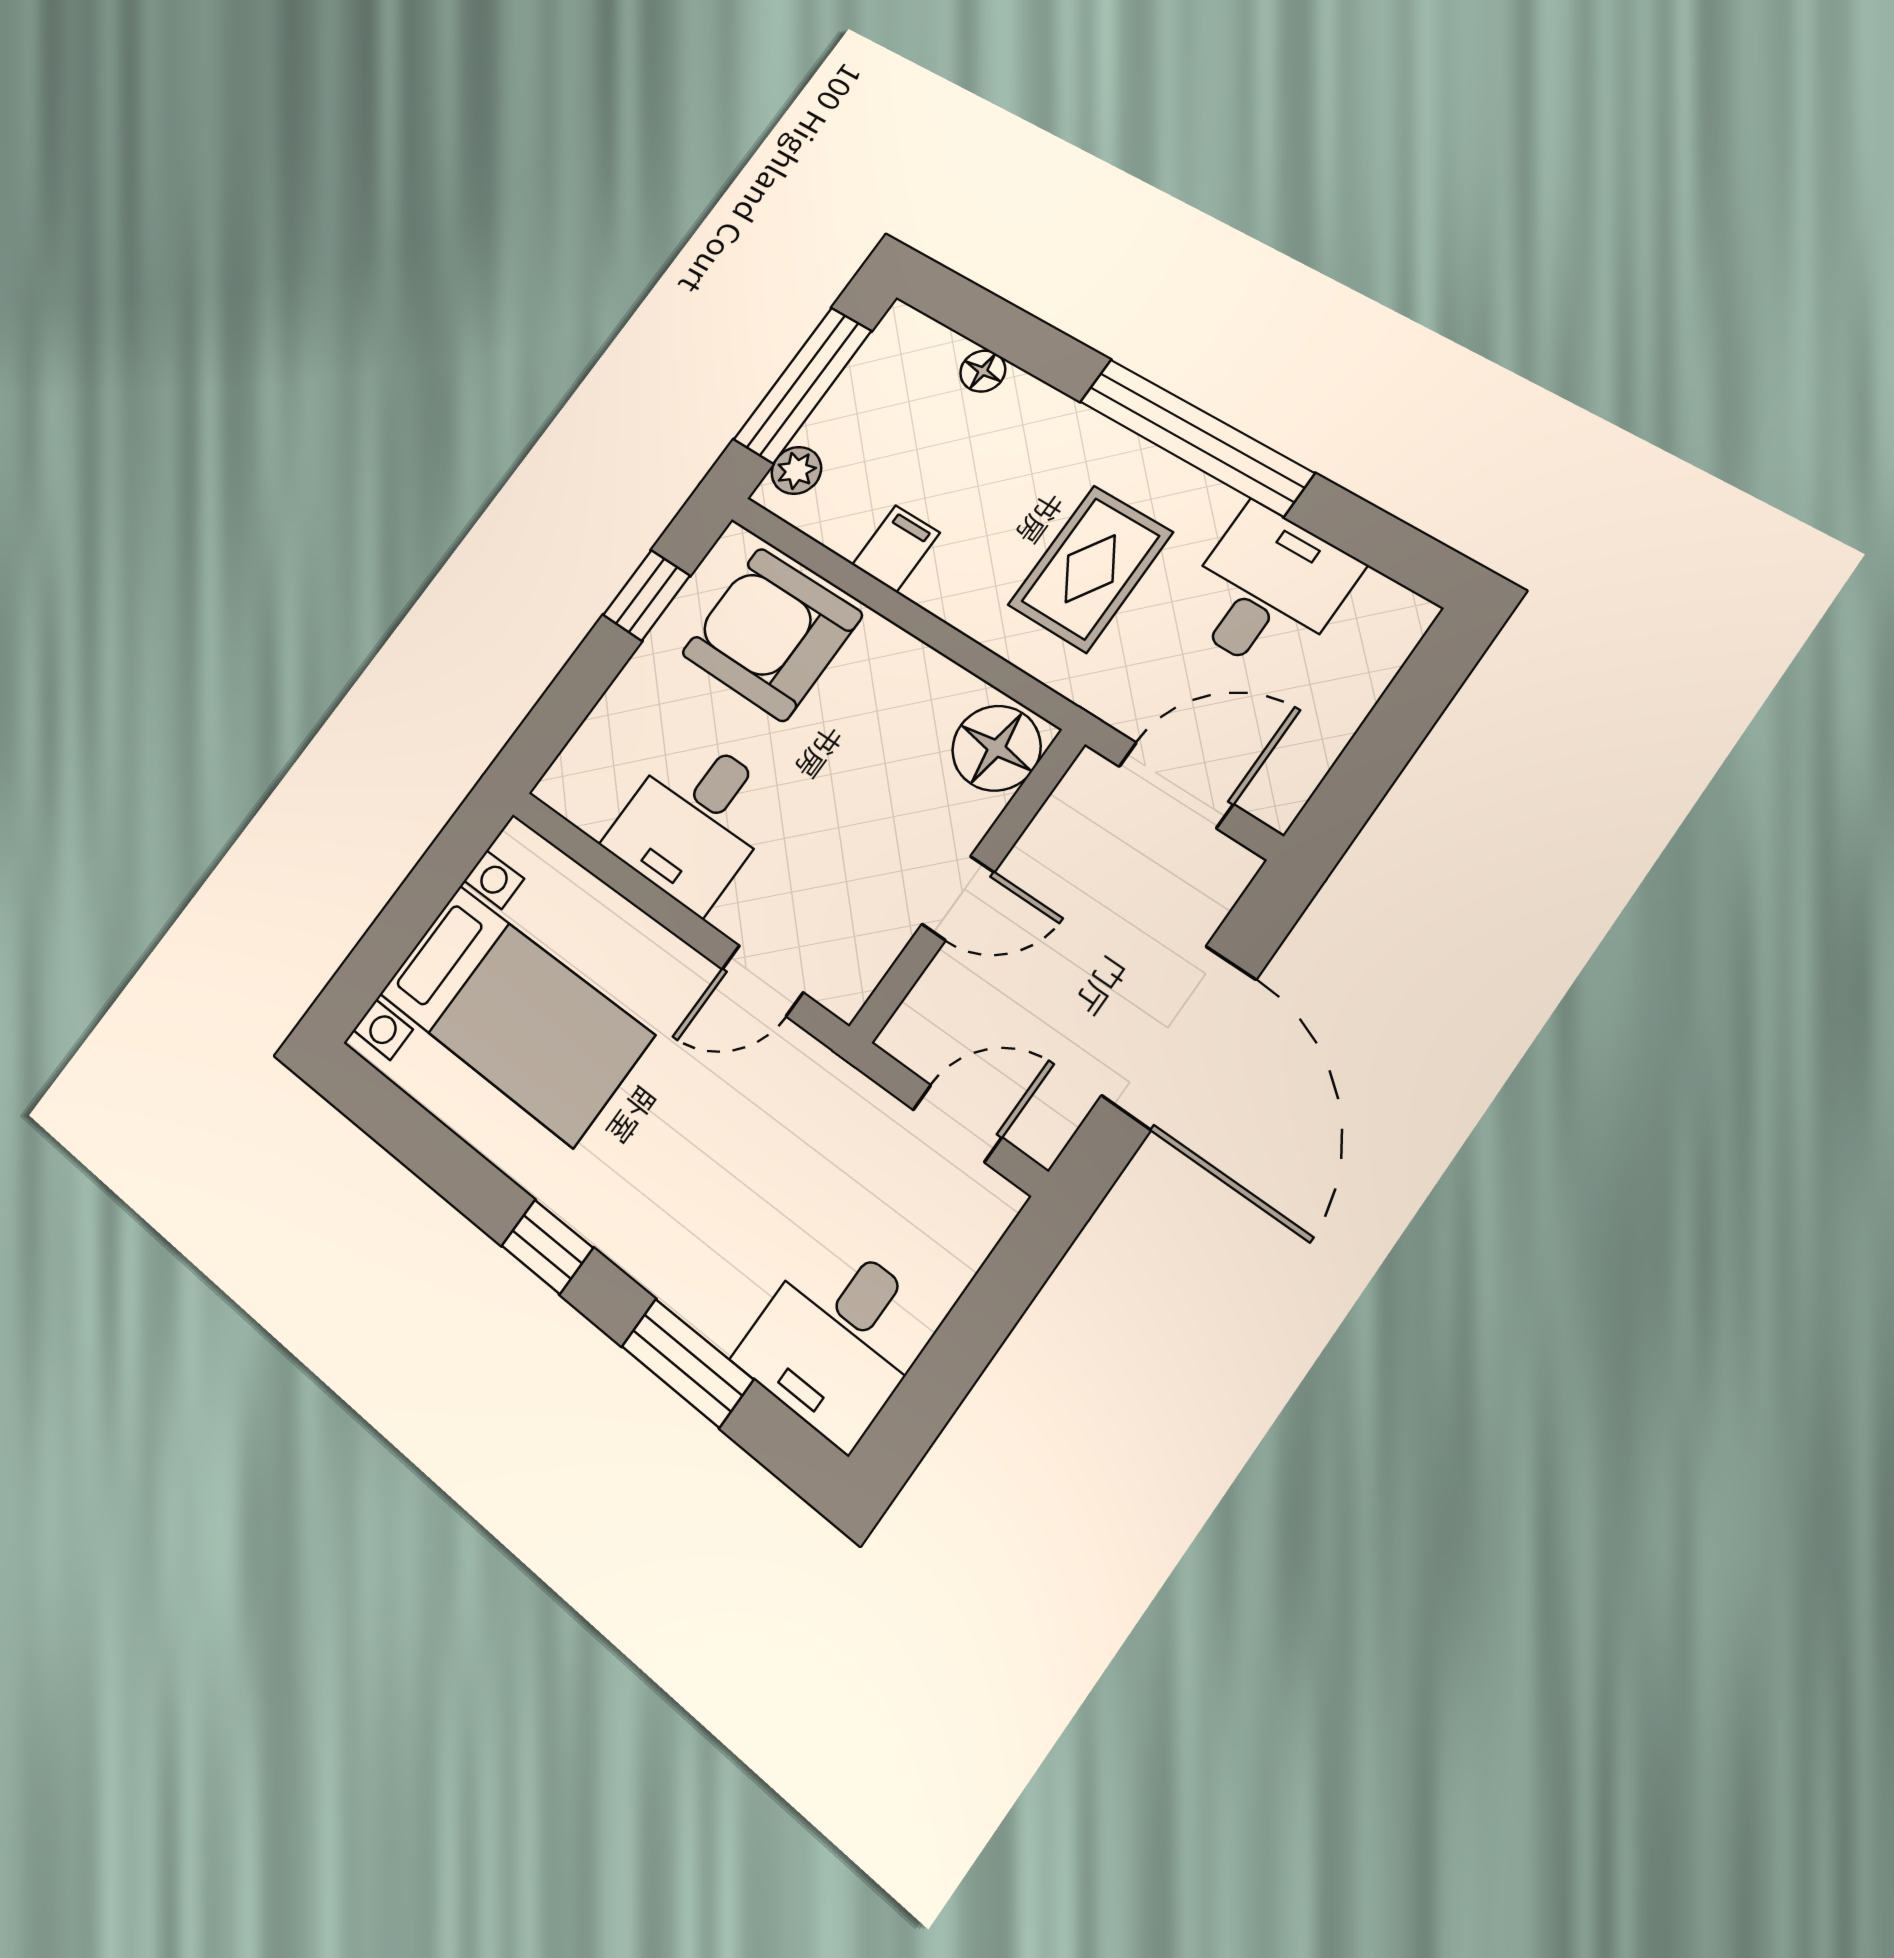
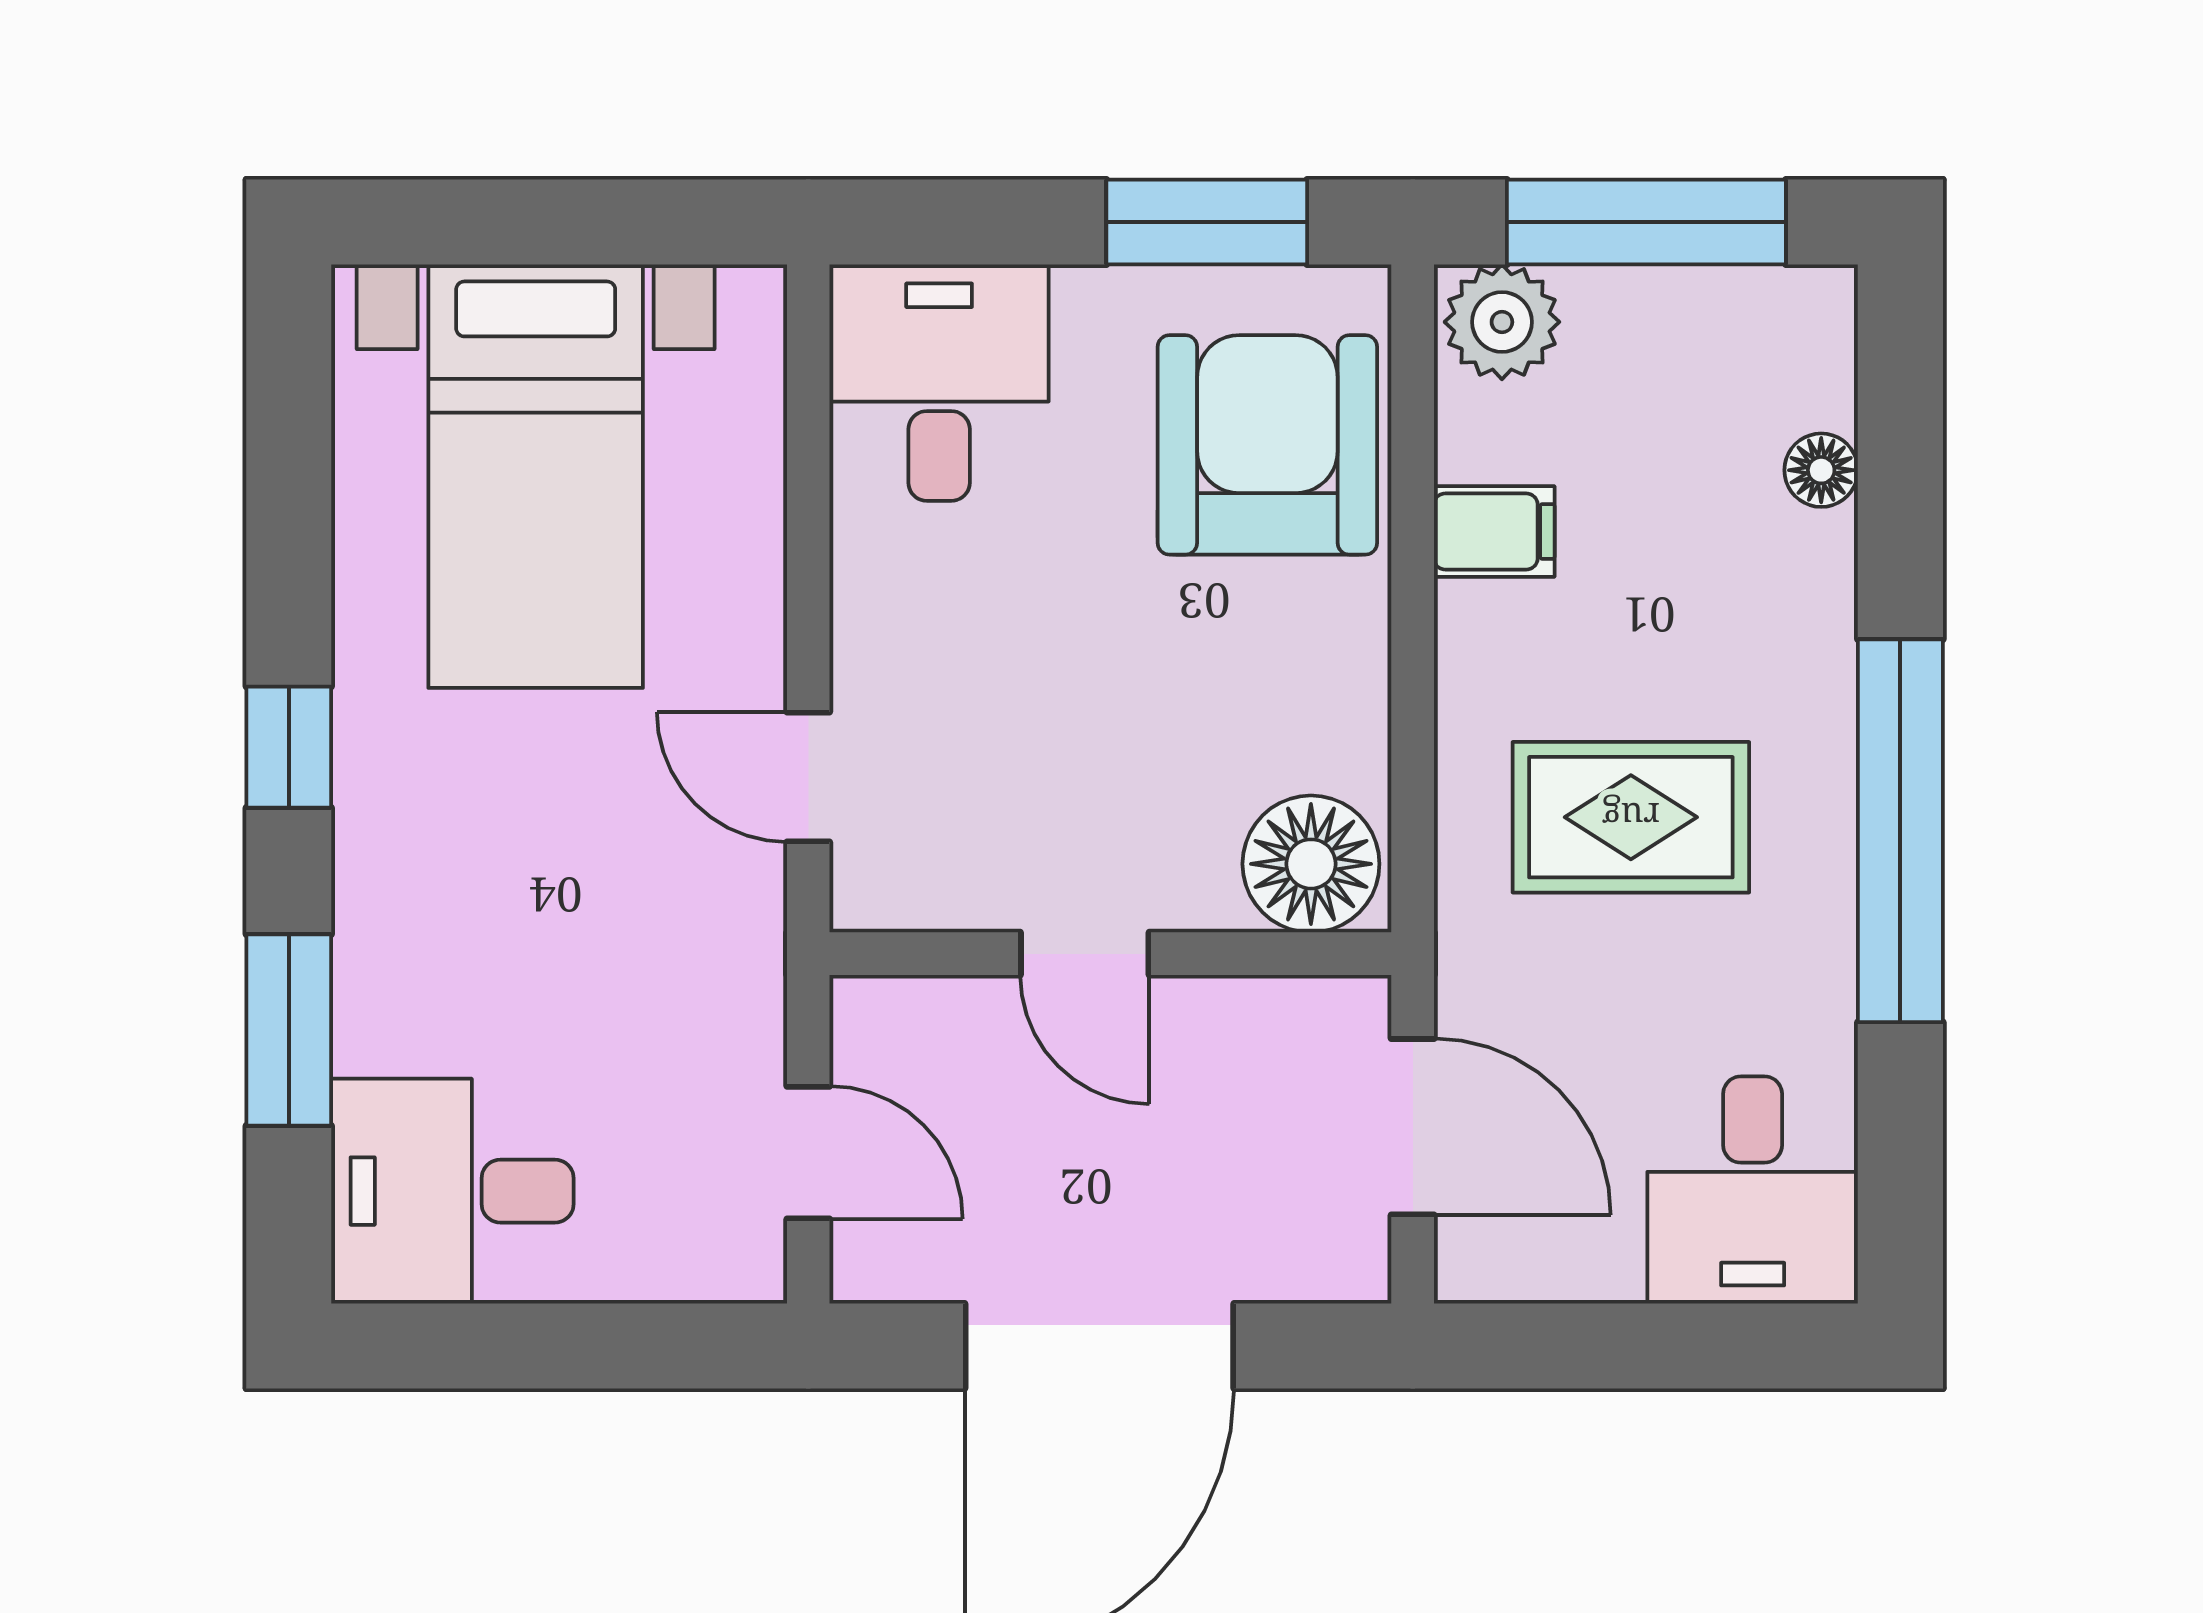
plant: (796, 470) -> (1502, 322), width x1.38, depth x1.38
desk: (1267, 590) -> (1753, 1190), moved, turned 90
window: (646, 595) -> (1207, 222), width x1.50
desk: (694, 821) -> (939, 383), moved, turned 90

